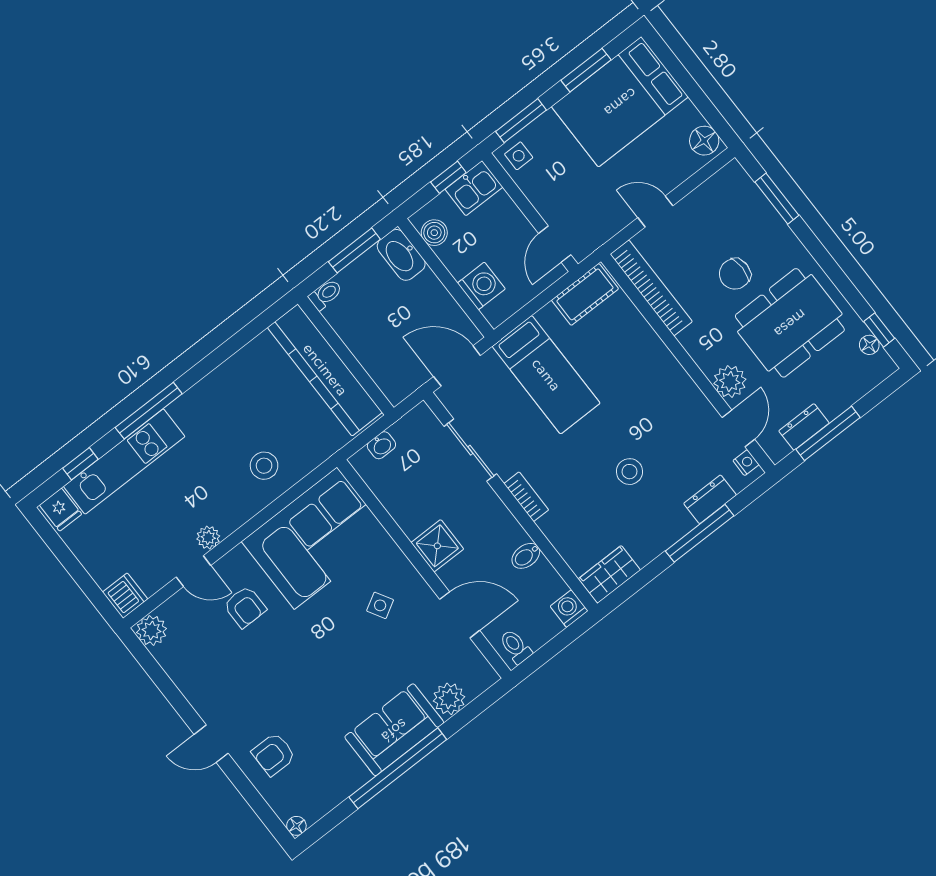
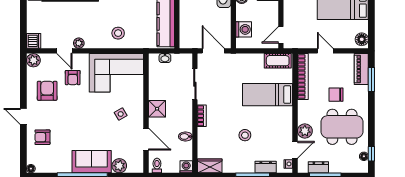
piano: (744, 194) -> (361, 69), added
bed: (546, 375) -> (268, 95), moved, turned 90
armchair: (218, 666) -> (47, 91), added

